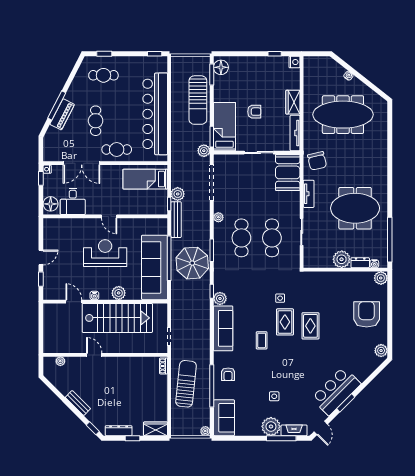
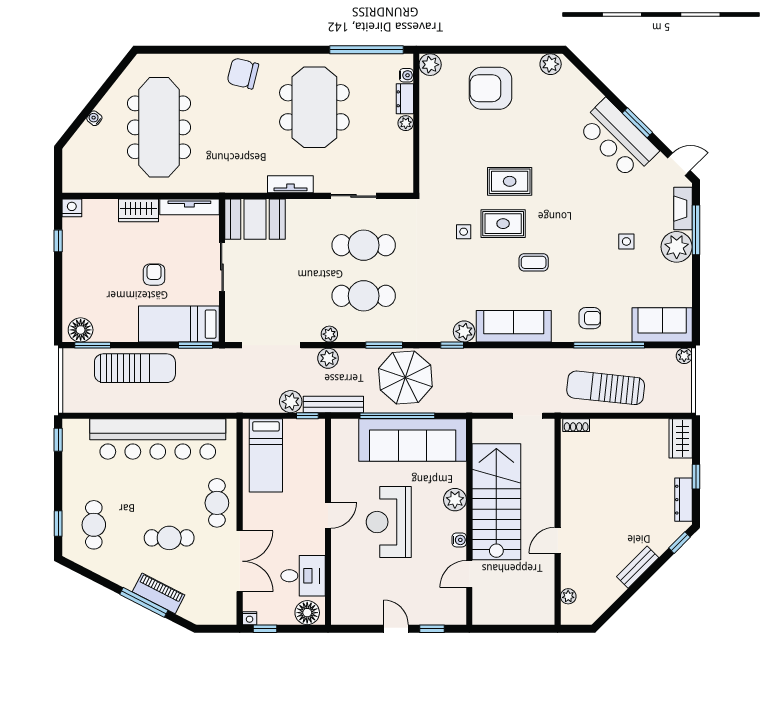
plant: (204, 151) -> (328, 358), moved
chair: (317, 161) -> (243, 73), moved, turned -153
plant: (342, 259) -> (406, 123), width x0.53, depth x0.53

